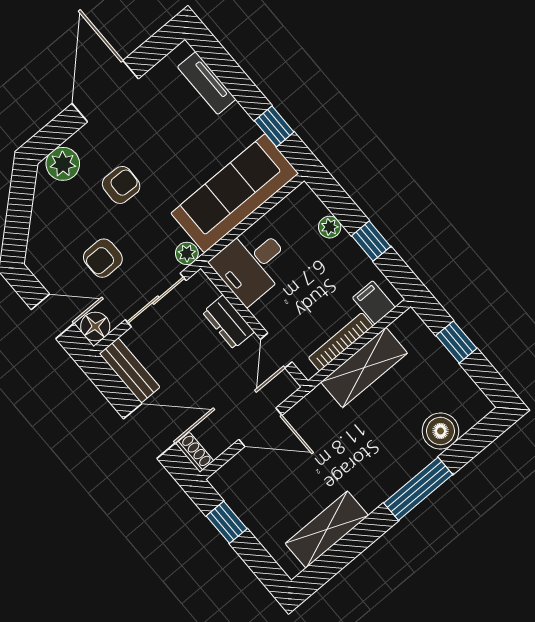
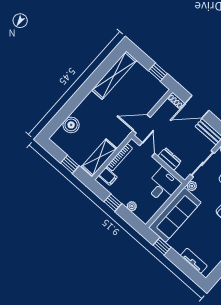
shelving: (364, 368) -> (99, 157), moved
door: (260, 427) -> (142, 124), moved
window: (418, 489) -> (77, 99), removed
shelving: (327, 530) -> (114, 75), width x1.47

